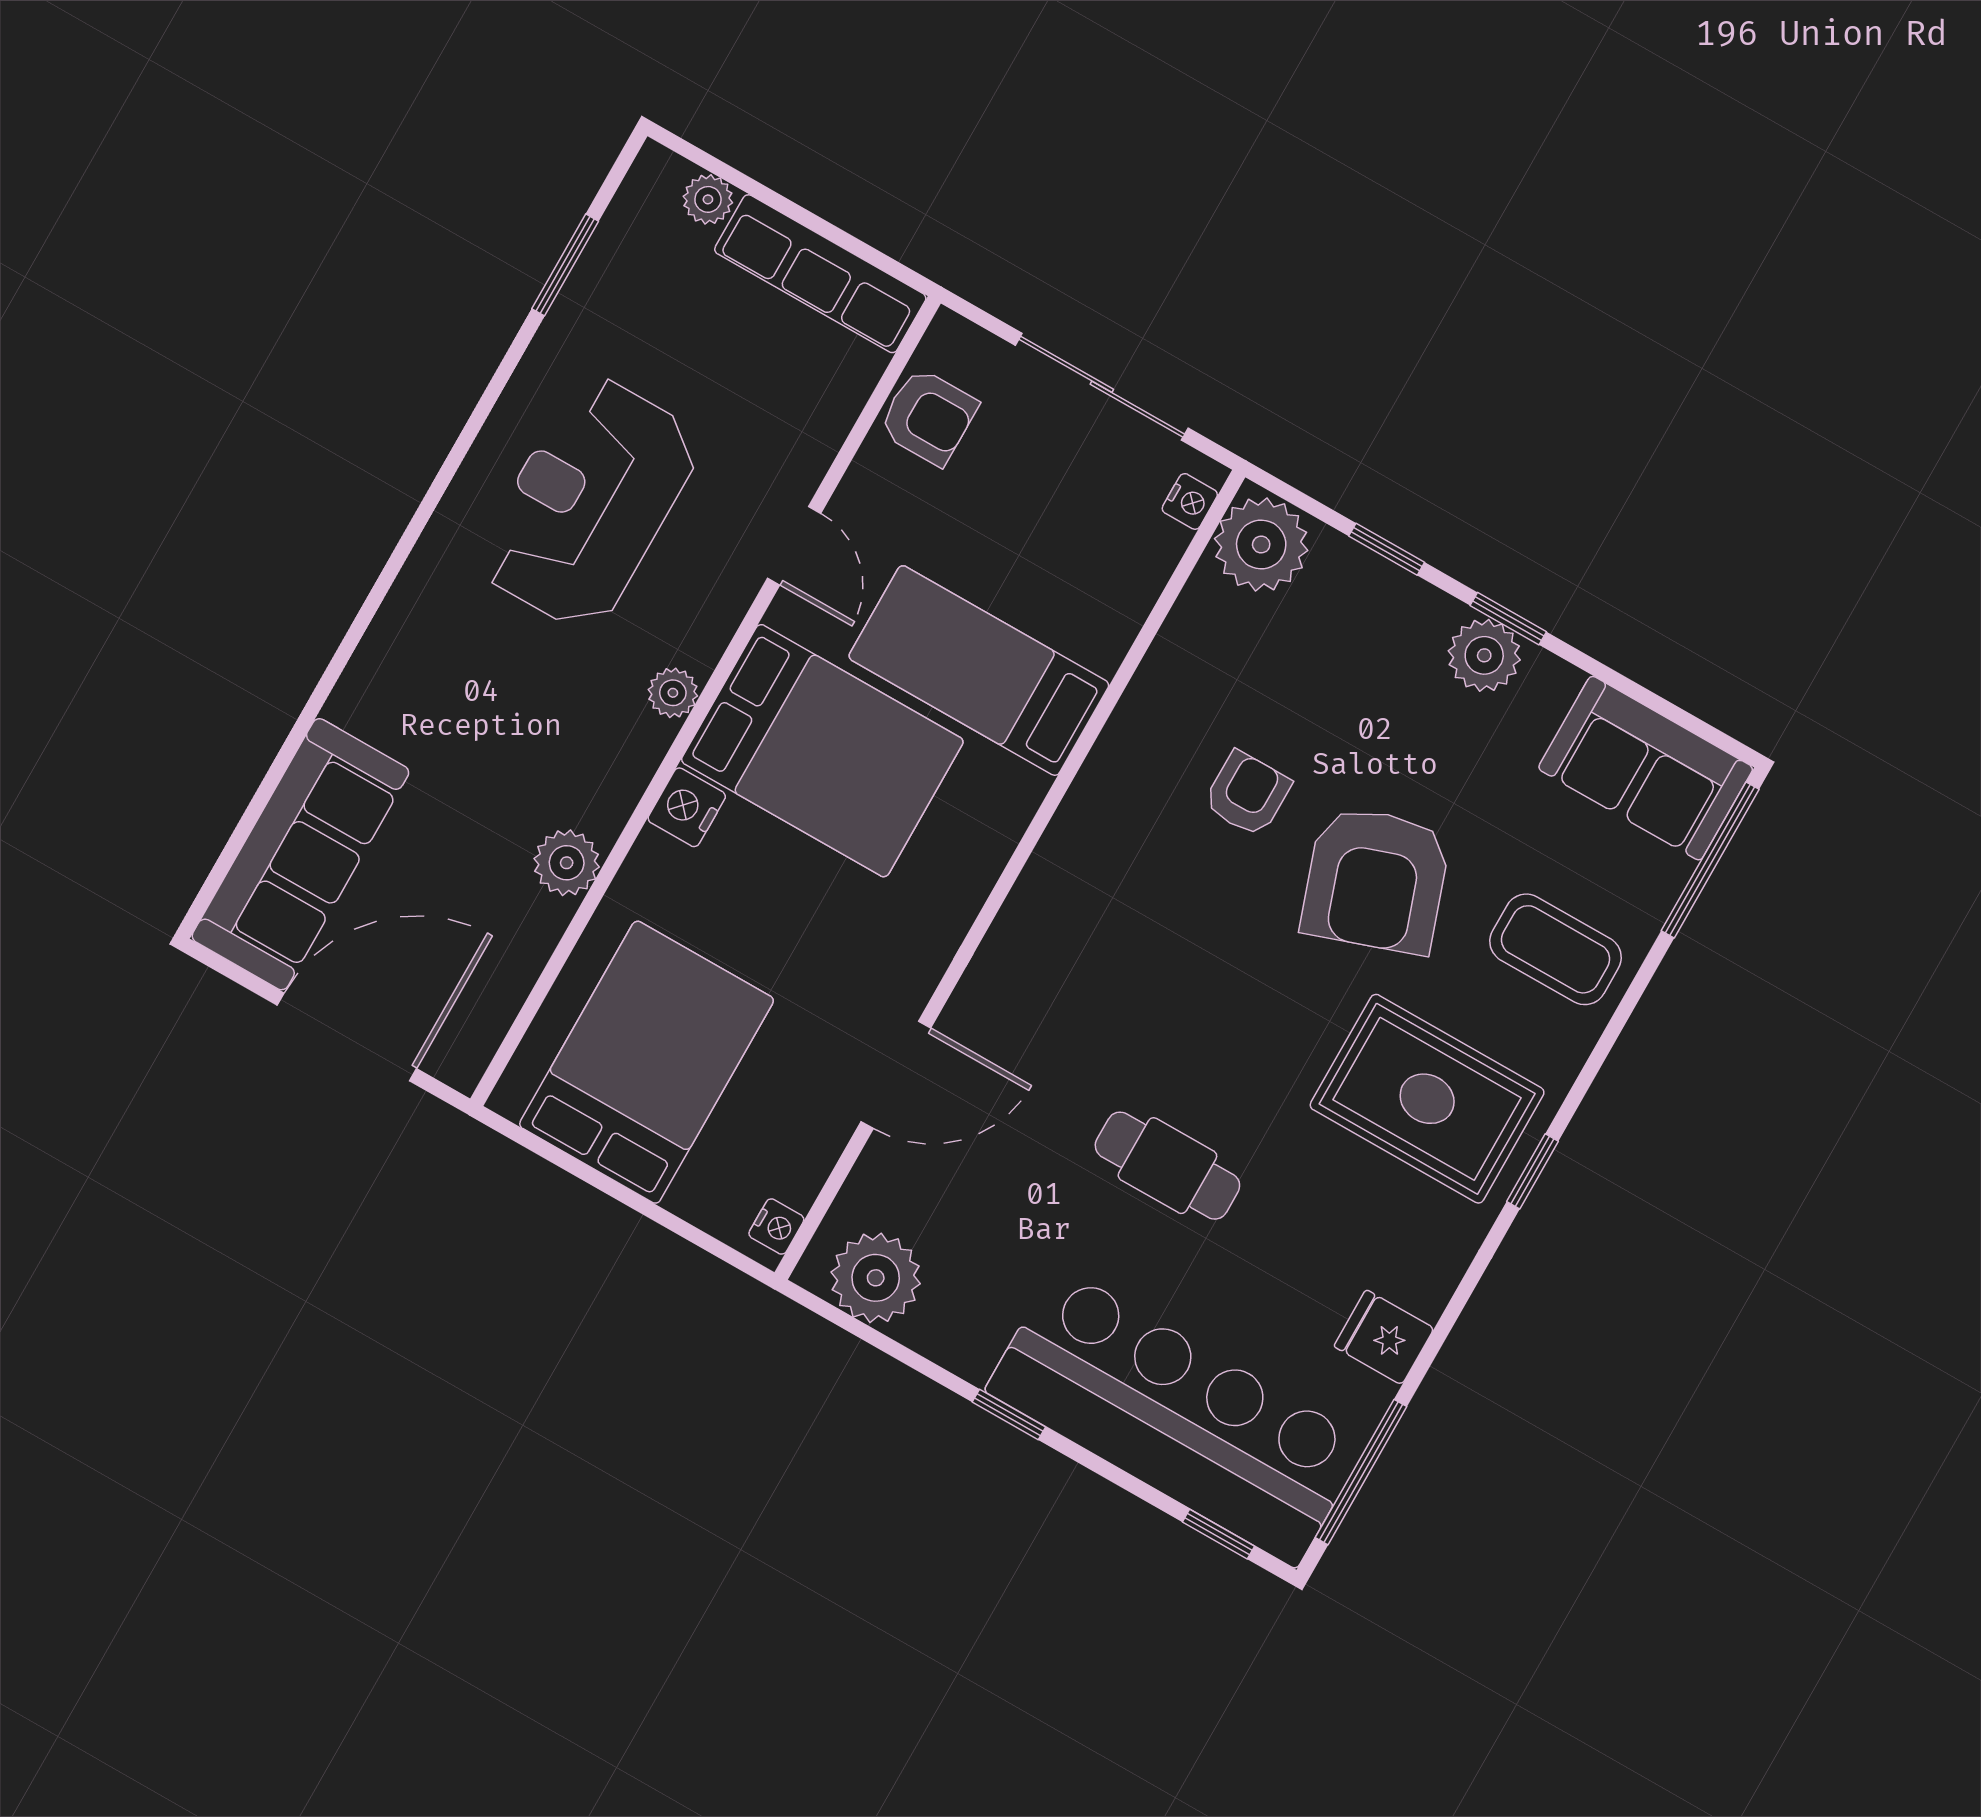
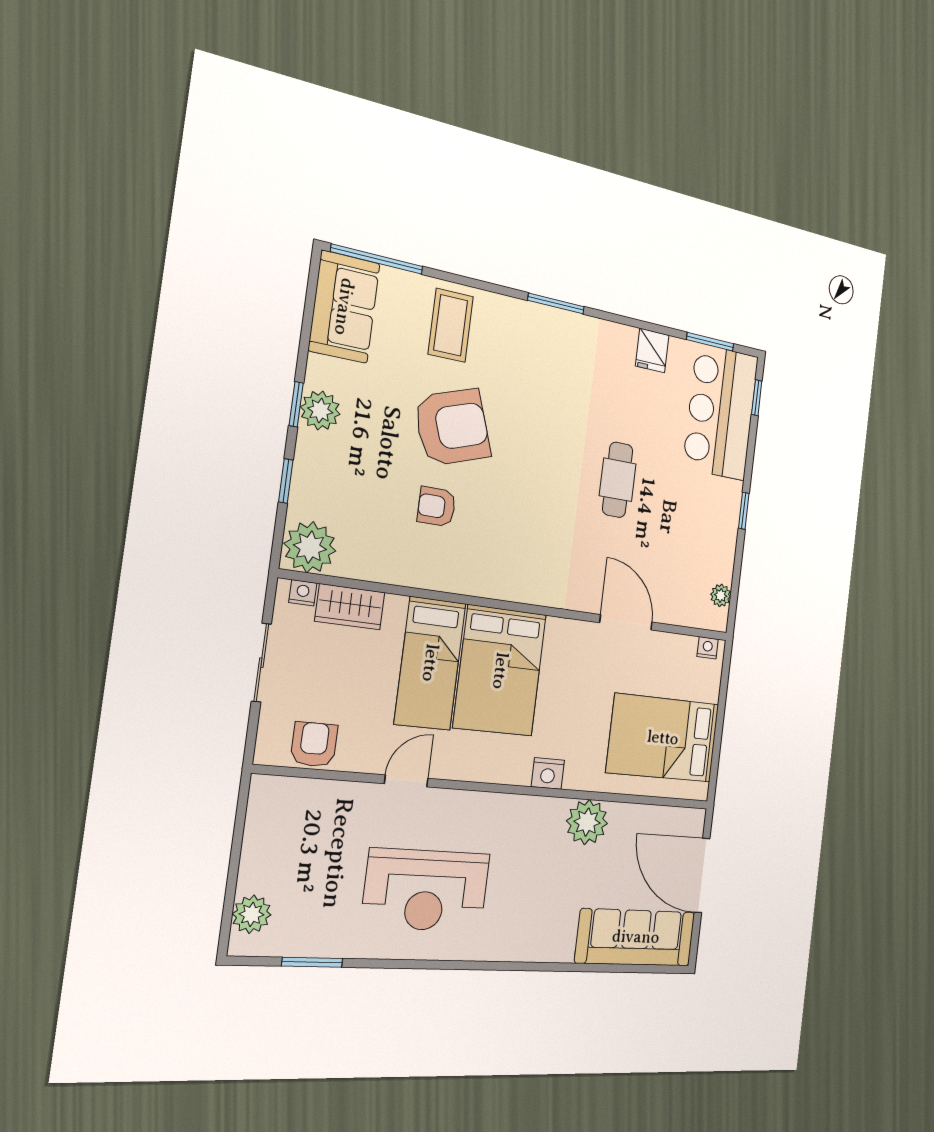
plant: (708, 199) -> (252, 914), width x1.38, depth x1.38
row of seats: (820, 274) -> (262, 833), removed
sliding door: (1102, 387) -> (261, 663), width x0.73
wardrobe: (1134, 571) -> (350, 607), added
plant: (673, 693) -> (499, 805), removed
bed: (822, 751) -> (500, 671), moved, turned 180
plant: (567, 863) -> (587, 822), width x1.36, depth x1.36
rug: (1427, 1099) -> (543, 366), removed
window: (1532, 1171) -> (556, 303), width x1.50
plant: (876, 1278) -> (721, 595), width x0.53, depth x0.53
bar counter: (1176, 1417) -> (721, 412), width x0.73
window: (1361, 1472) -> (710, 342), width x0.69

